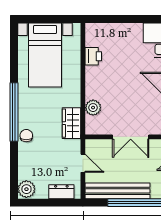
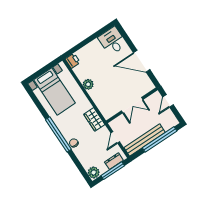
printer: (93, 56) -> (73, 61), moved
plant: (93, 108) -> (88, 84), moved
door: (83, 163) -> (115, 137), swing flipped
window: (52, 203) -> (113, 171), added

